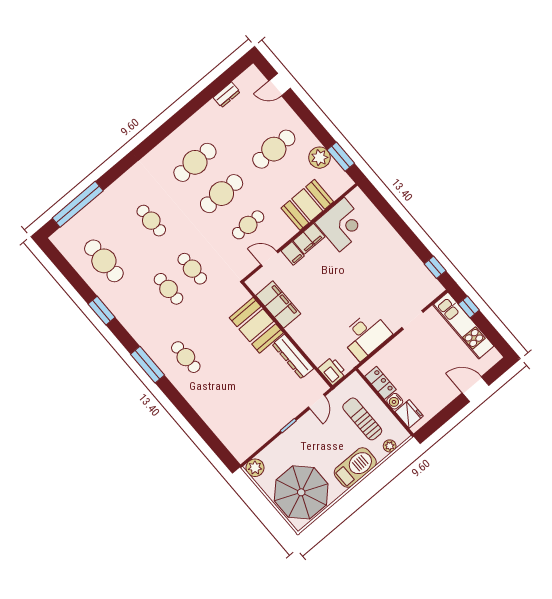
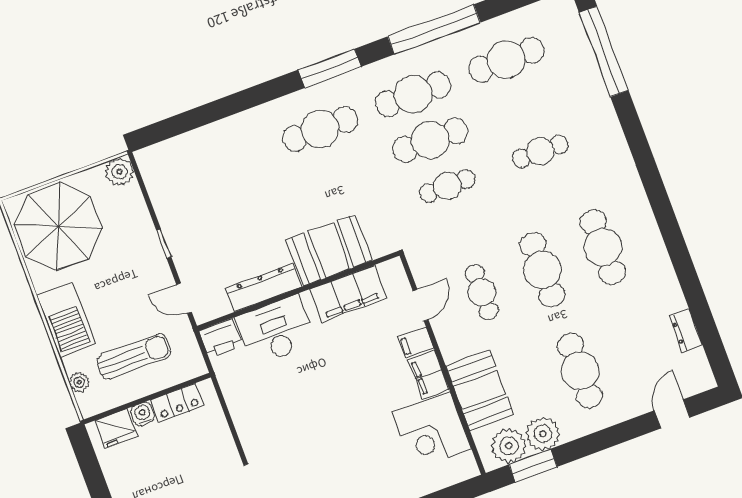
plant: (334, 175) -> (509, 446), added
cafe table: (169, 289) -> (430, 140), width x1.37, depth x1.35
cafe table: (145, 309) -> (413, 94), added
window: (102, 311) -> (434, 29), width x2.11
desk: (366, 336) -> (276, 330), moved, turned 90
cafe table: (186, 357) -> (320, 129), width x1.37, depth x1.35

